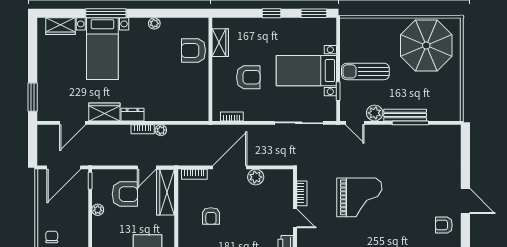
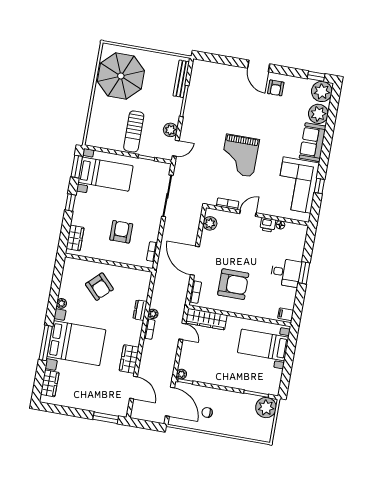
wardrobe: (220, 43) -> (75, 238), moved, turned 90
bed with nightstands: (102, 49) -> (76, 343), width x1.36
armchair: (193, 51) -> (99, 287), moved, turned -44
bed with nightstands: (306, 71) -> (105, 174), moved, turned -90
dresser: (132, 115) -> (140, 310), moved
bench: (405, 115) -> (181, 79), moved
plant: (256, 177) -> (210, 223), moved
armchair: (125, 194) -> (202, 354), removed
grand piano: (359, 197) -> (240, 155), turned 180
door: (465, 201) -> (259, 66), swing flipped
plant: (98, 210) -> (181, 374), moved
armchair: (211, 216) -> (233, 284), width x1.88, depth x1.88
chair: (52, 237) -> (207, 412), moved

